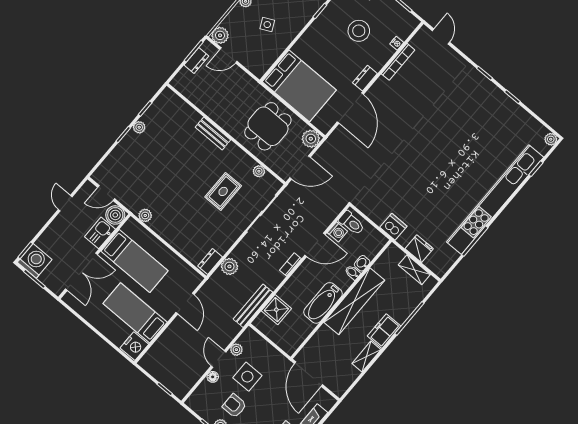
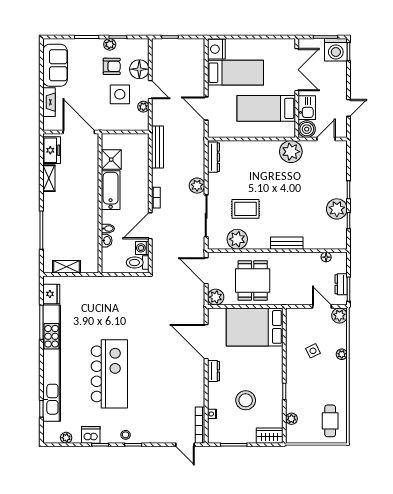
door: (228, 55) -> (322, 307), hinge flipped
bookcase: (398, 62) -> (200, 425), moved
stool: (484, 87) -> (126, 435), added
floor lamp: (190, 94) -> (326, 257), added
plant: (139, 127) -> (337, 209), width x1.88, depth x1.88
plant: (551, 139) -> (66, 438), moved
kitchen island: (454, 150) -> (109, 374), added
door: (300, 167) -> (206, 271), hinge flipped
plant: (259, 171) -> (237, 239), width x1.87, depth x1.87
rug: (223, 191) -> (246, 209), turned 90
door: (65, 203) -> (349, 108), hinge flipped
plant: (145, 215) -> (291, 152), width x1.87, depth x1.87
dishwasher: (393, 227) -> (91, 435), moved, turned 180
fridge: (419, 249) -> (51, 294), moved, turned -90
dresser: (210, 261) -> (213, 157), width x1.44
plant: (229, 266) -> (197, 186), moved
double door: (81, 272) -> (297, 70), swing flipped
shelving: (354, 301) -> (90, 210), removed
shower: (276, 310) -> (111, 160), moved
freezer: (384, 331) -> (52, 150), moved
floor lamp: (213, 377) -> (139, 69), width x1.89, depth x1.89

